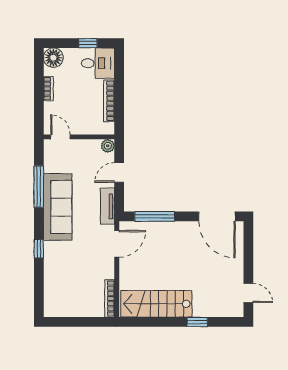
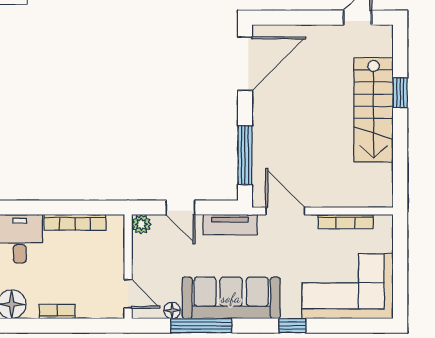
door: (60, 137) -> (128, 294), swing flipped
floor lamp: (49, 167) -> (172, 310), added
corner sofa: (66, 286) -> (348, 286), added
bookcase: (110, 298) -> (345, 222), moved
stairs: (156, 304) -> (374, 110), moved

